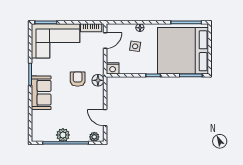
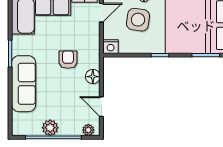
side table: (135, 46) -> (138, 20), width x1.87, depth x1.87
floor lamp: (98, 80) -> (93, 77), moved
sofa: (41, 93) -> (24, 84), width x1.36

